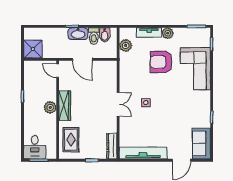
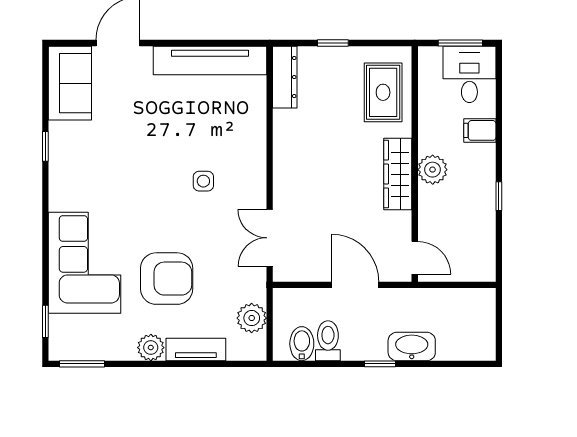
washbasin: (78, 34) -> (412, 346), moved
shower: (33, 49) -> (474, 310), removed
double door: (118, 104) -> (270, 238), moved
filing cabinet: (30, 124) -> (480, 130), added

